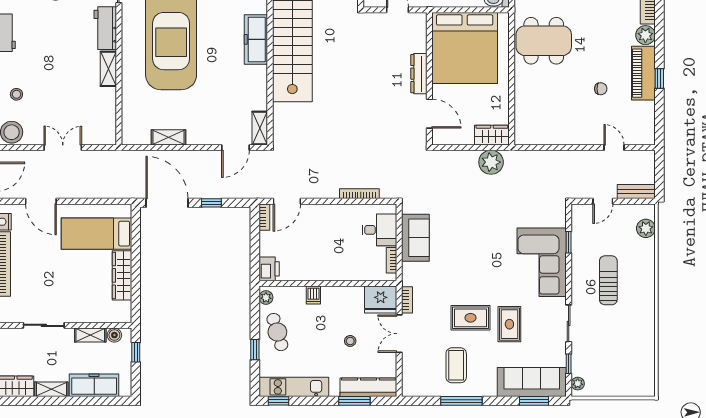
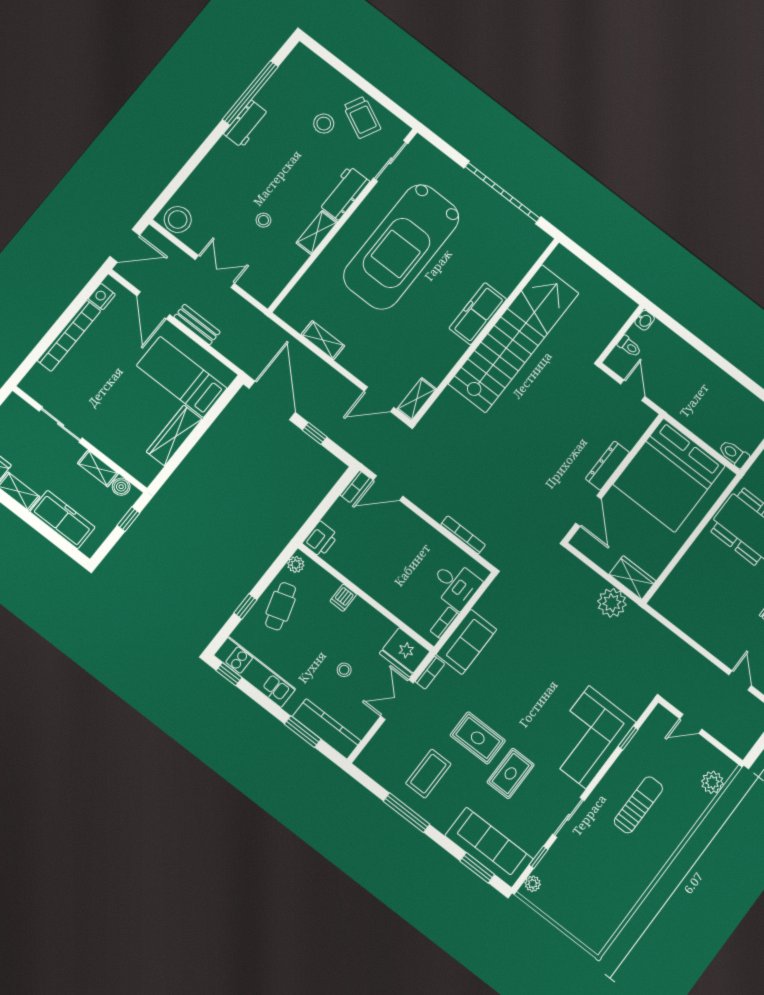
stool: (16, 94) -> (263, 220), moved
bench: (636, 192) -> (197, 324), moved
sofa: (415, 238) -> (466, 642), moved

